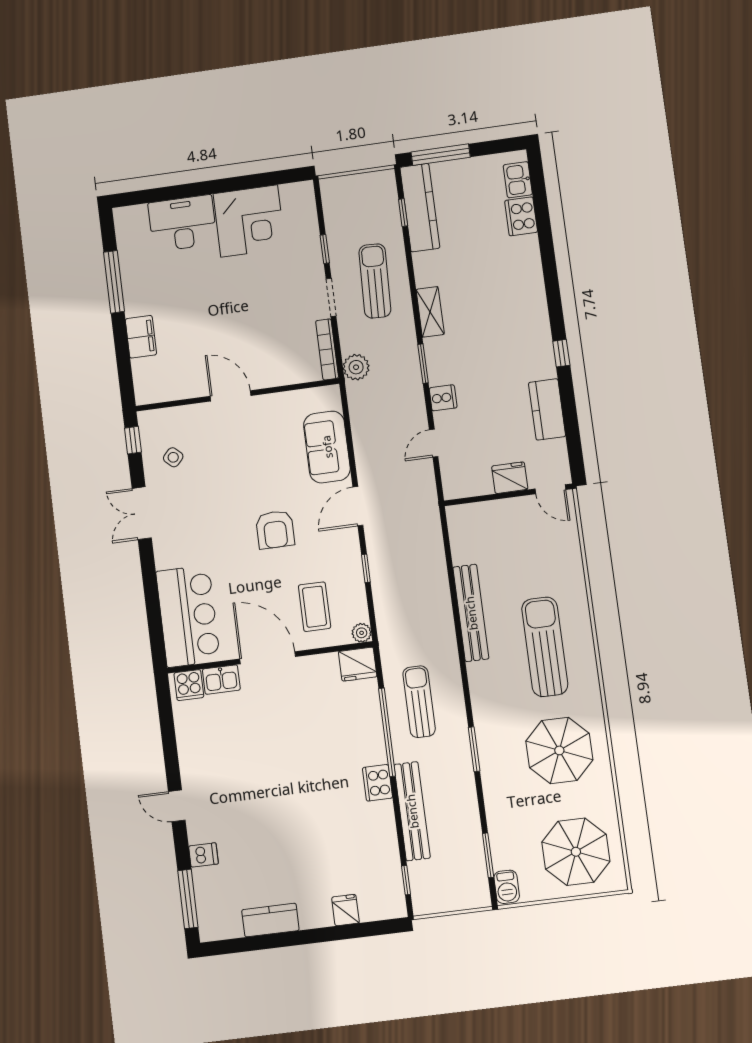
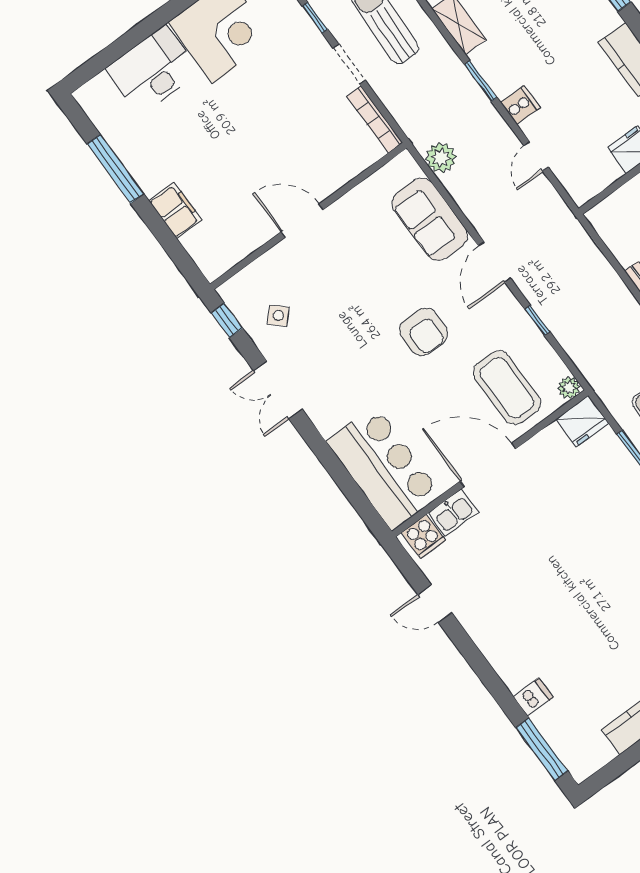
plant: (356, 367) -> (441, 158), moved
coffee table: (315, 607) -> (507, 388), width x1.36, depth x1.32
door: (177, 806) -> (435, 604), moved

